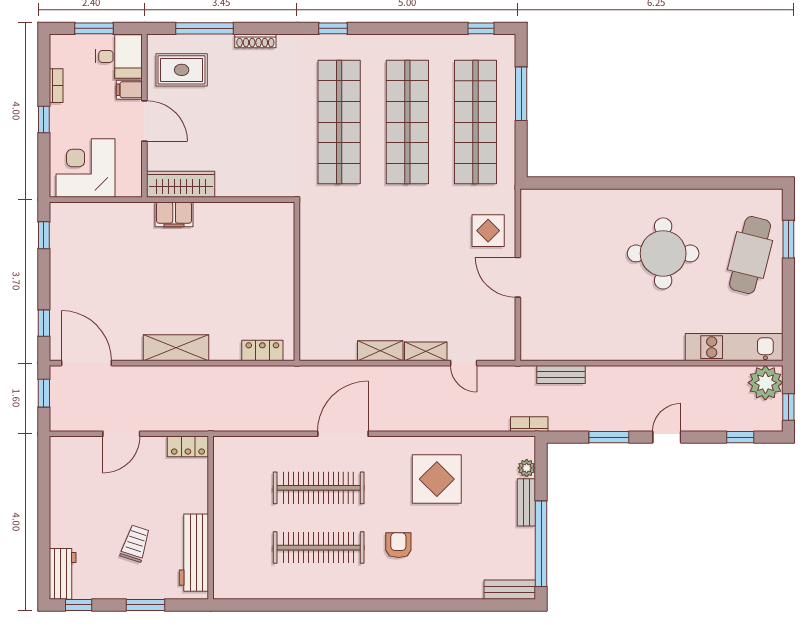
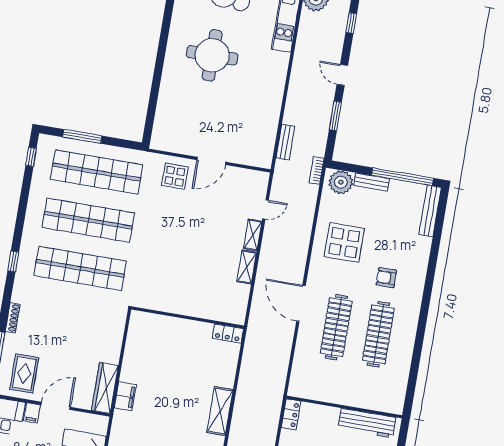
locker: (262, 351) -> (228, 334), moved, turned -90
plant: (527, 468) -> (341, 182), width x1.88, depth x1.88
bench: (510, 590) -> (430, 211), width x1.36

